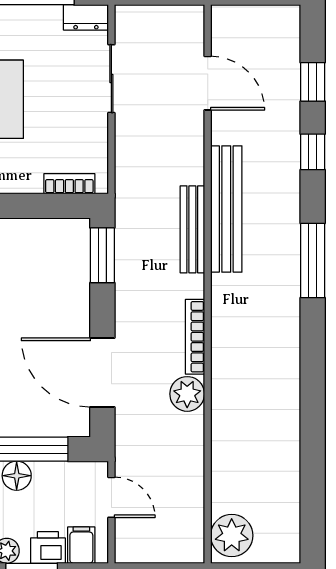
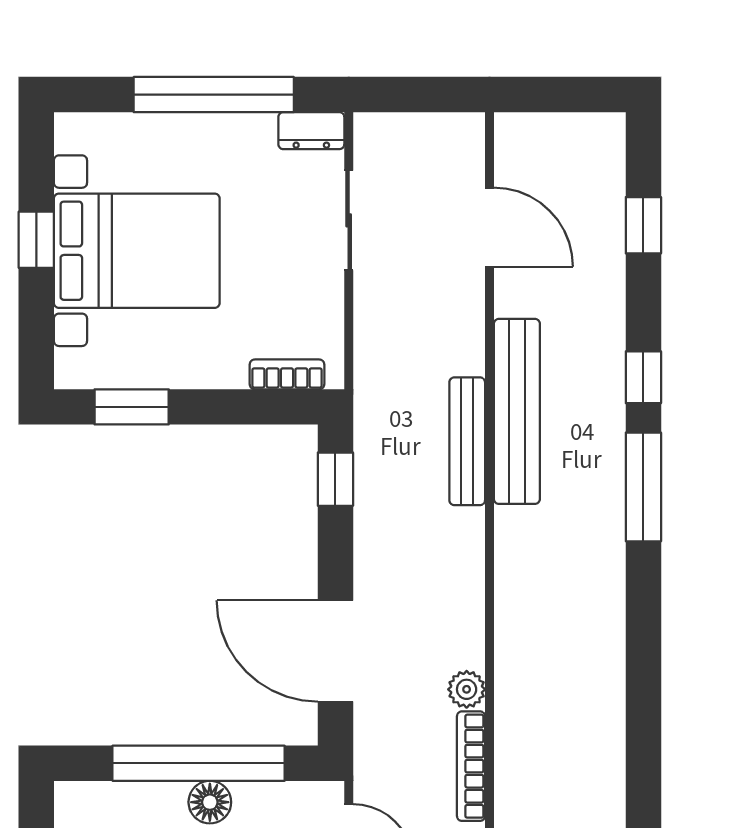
window: (313, 152) -> (643, 377), moved
window: (102, 255) -> (335, 479), width x0.67
bookcase: (195, 337) -> (471, 766), moved
plant: (187, 394) -> (467, 689), width x0.73, depth x0.73

